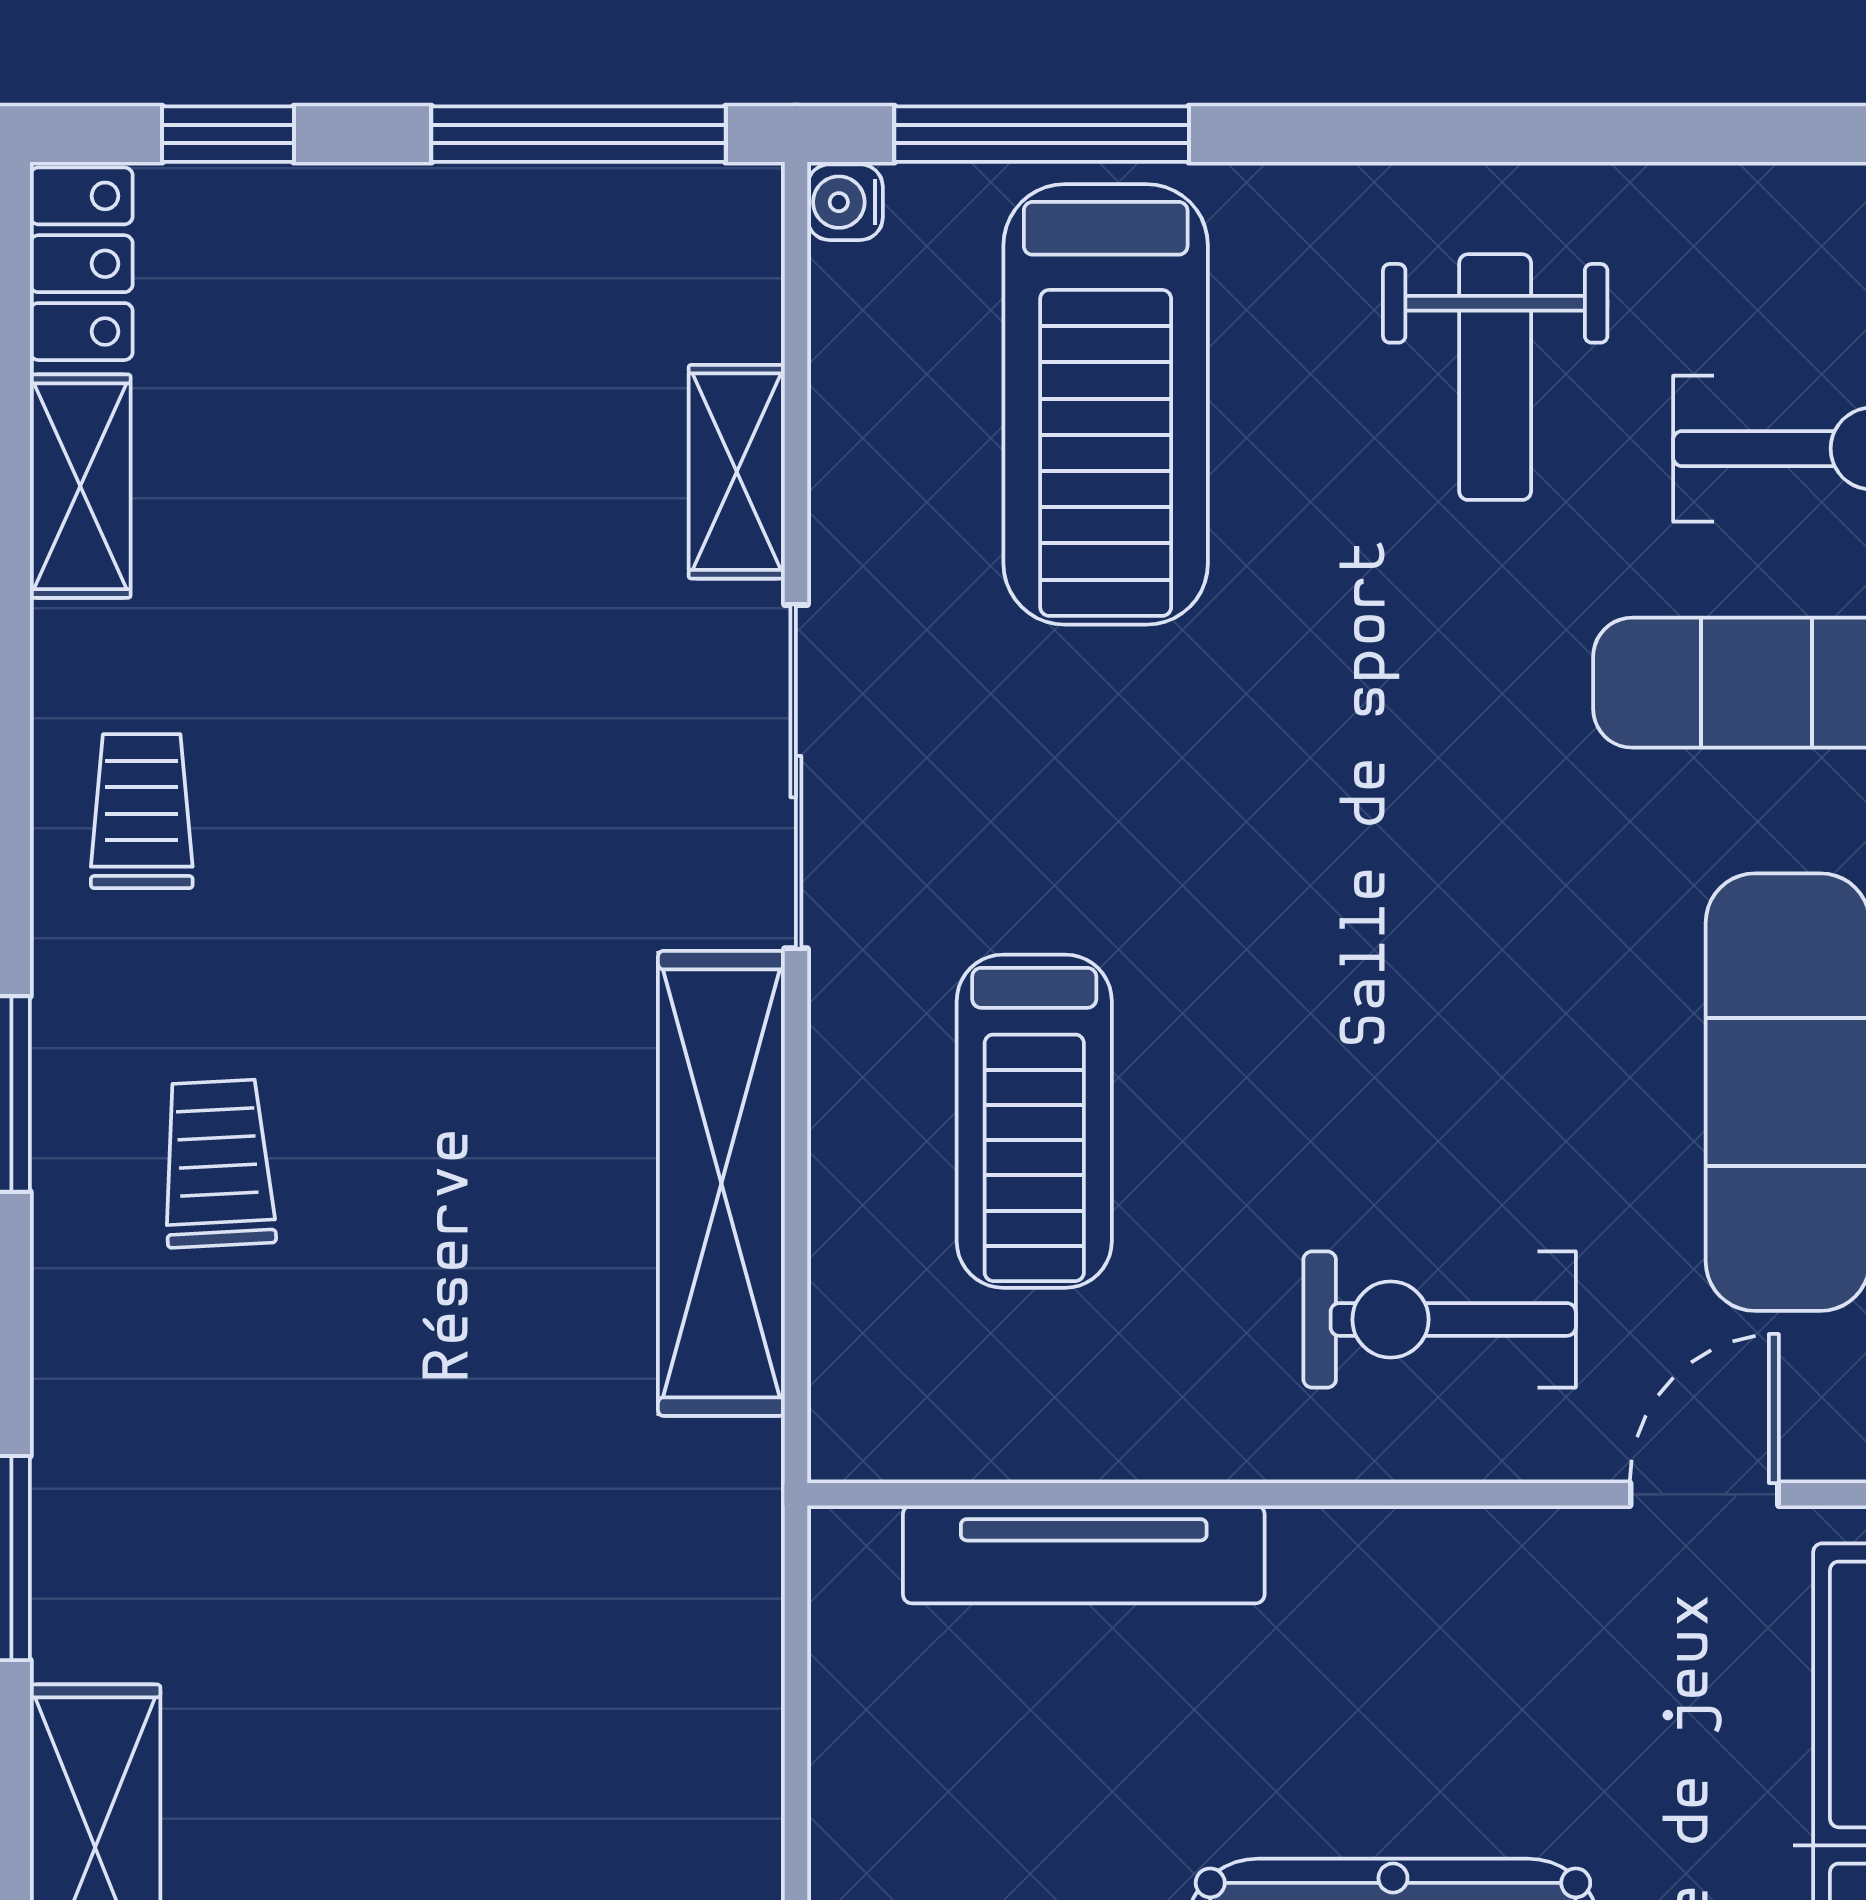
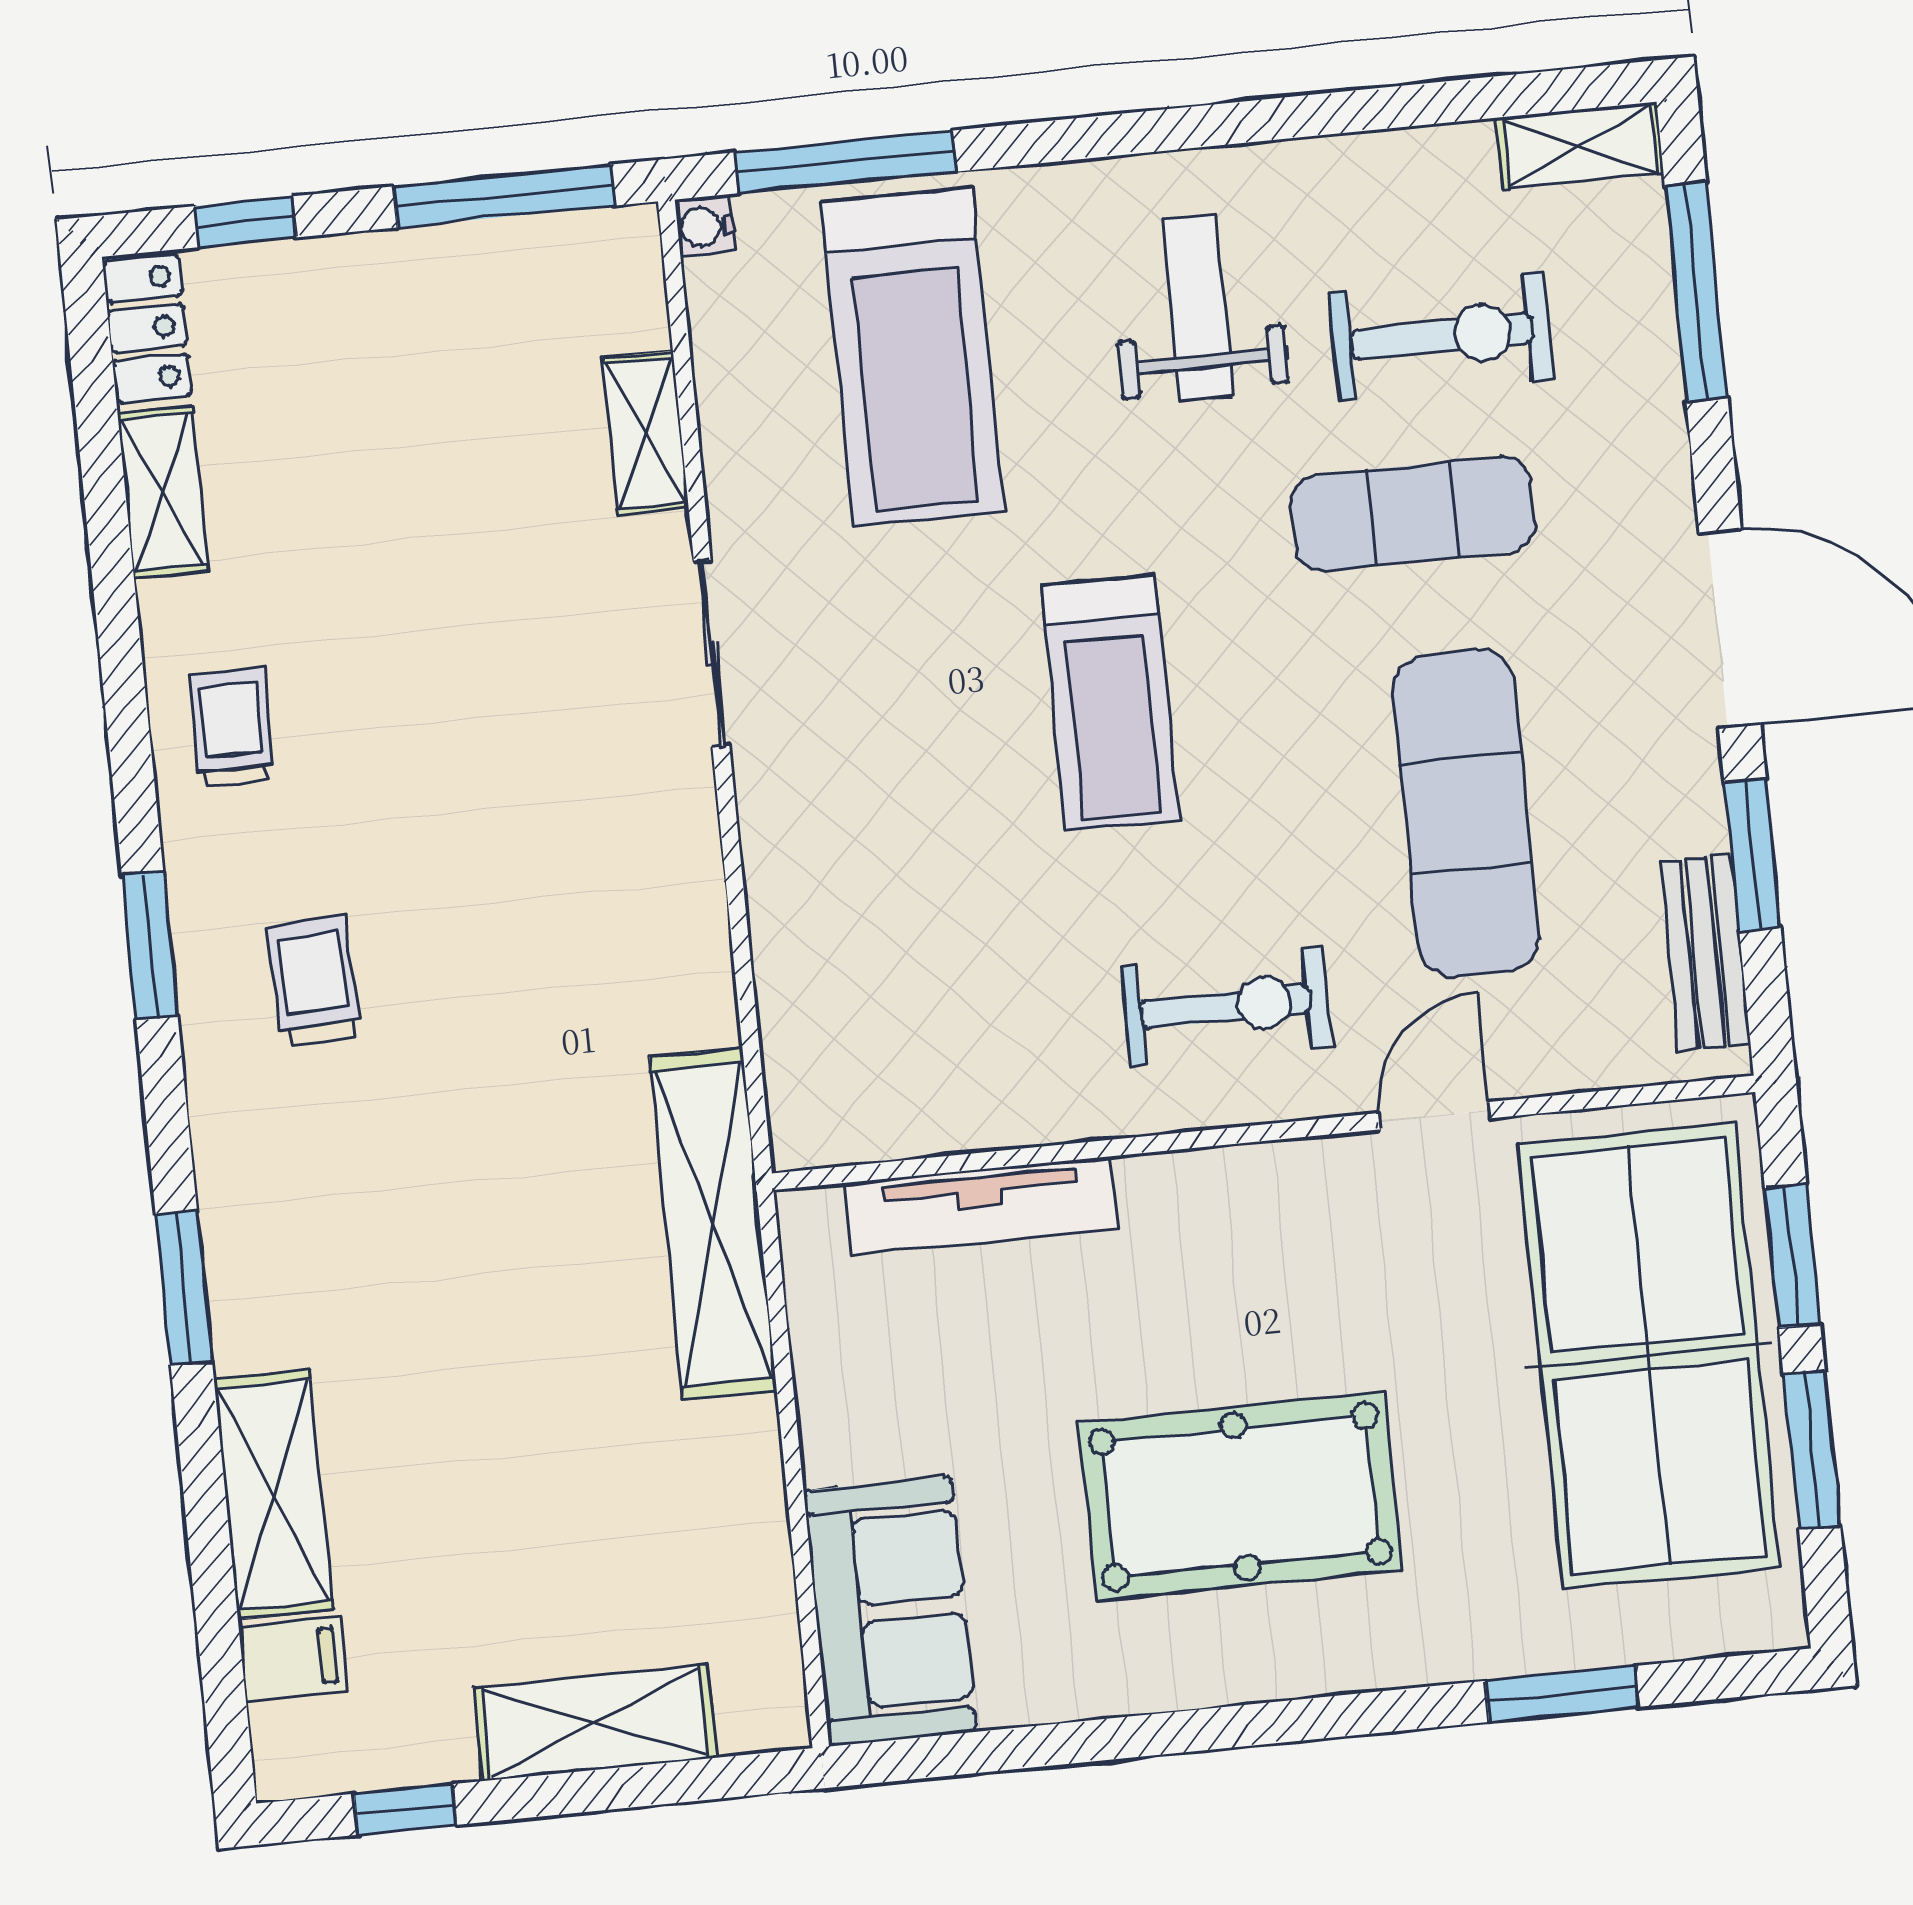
weight bench: (1495, 377) -> (1198, 308), turned 180
sliding door: (796, 777) -> (712, 654), width x0.73
treadmill: (1034, 1121) -> (1110, 703), moved
shelving: (721, 1183) -> (713, 1224), moved
exercise bike: (1440, 1319) -> (1226, 1006), turned 180

